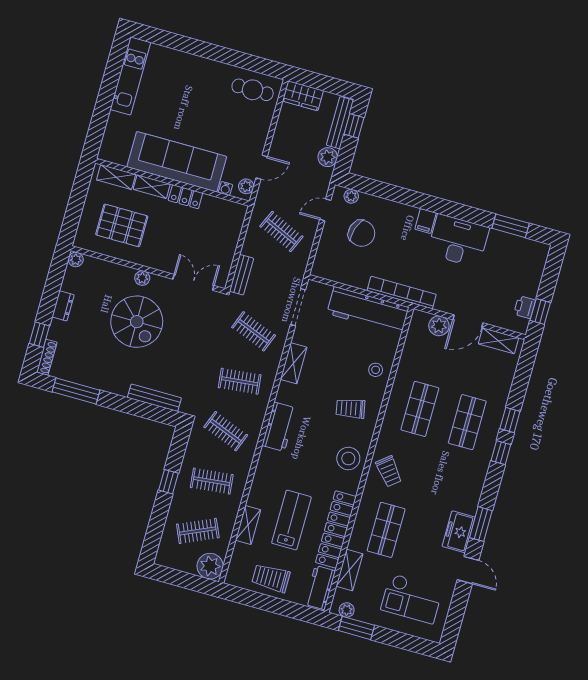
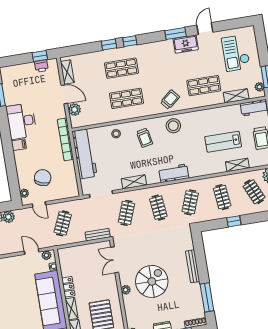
bench: (154, 398) -> (193, 266), moved
locker: (336, 530) -> (217, 114), removed
checkout: (412, 599) -> (236, 53), turned 180

